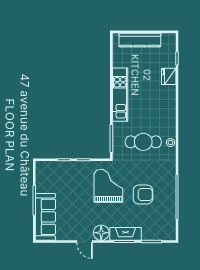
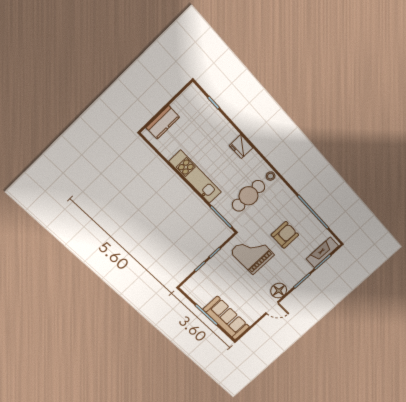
kitchen counter: (140, 40) -> (163, 122), width x0.67
fridge: (169, 76) -> (241, 147), moved
fireplace: (126, 234) -> (322, 252), moved

